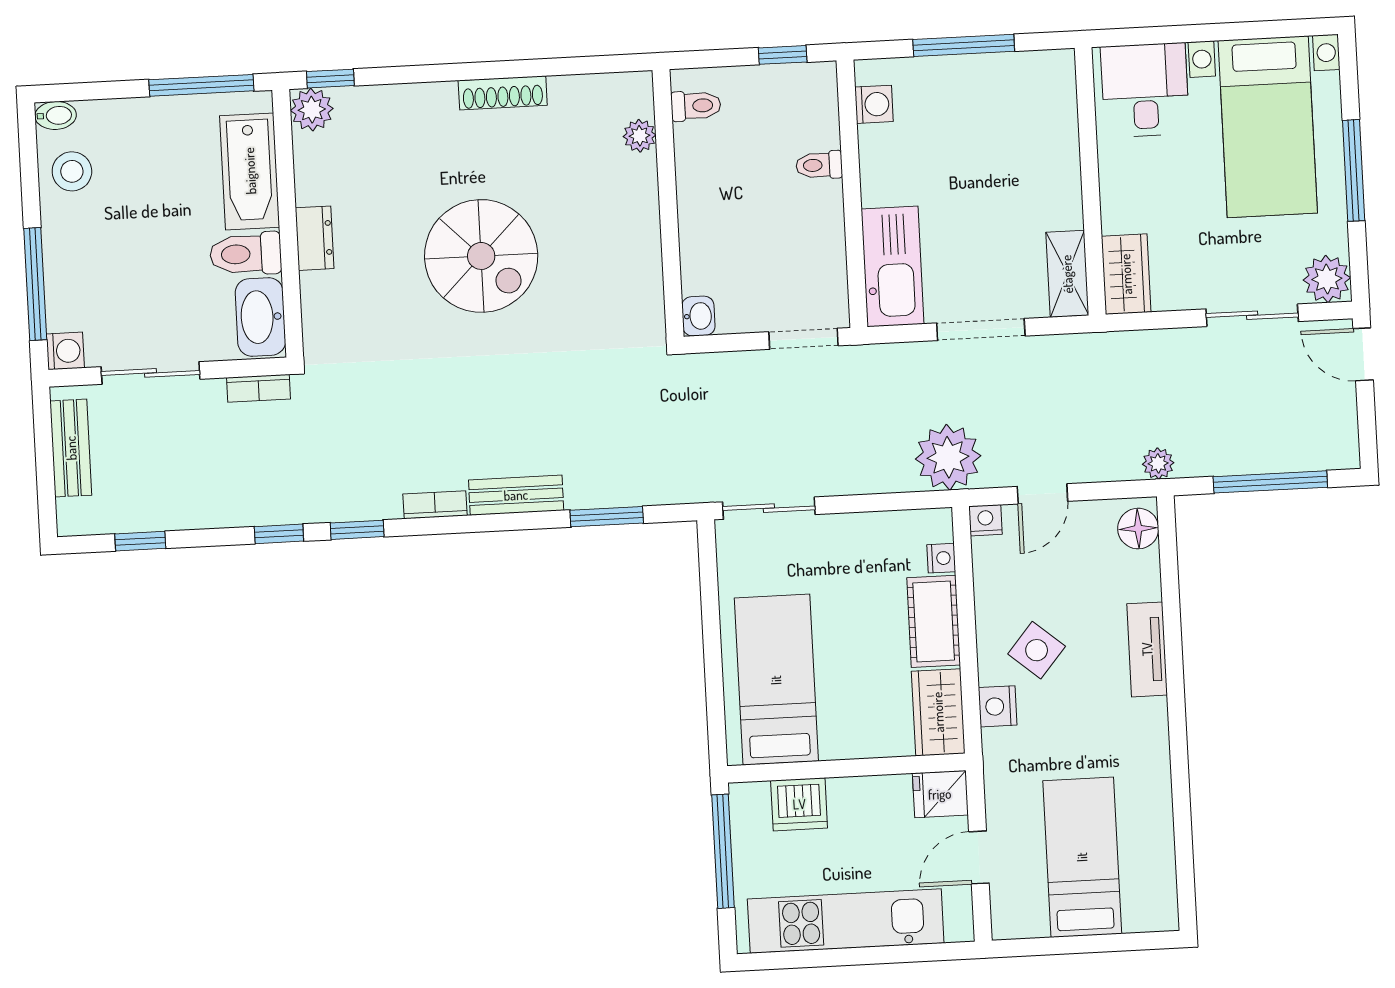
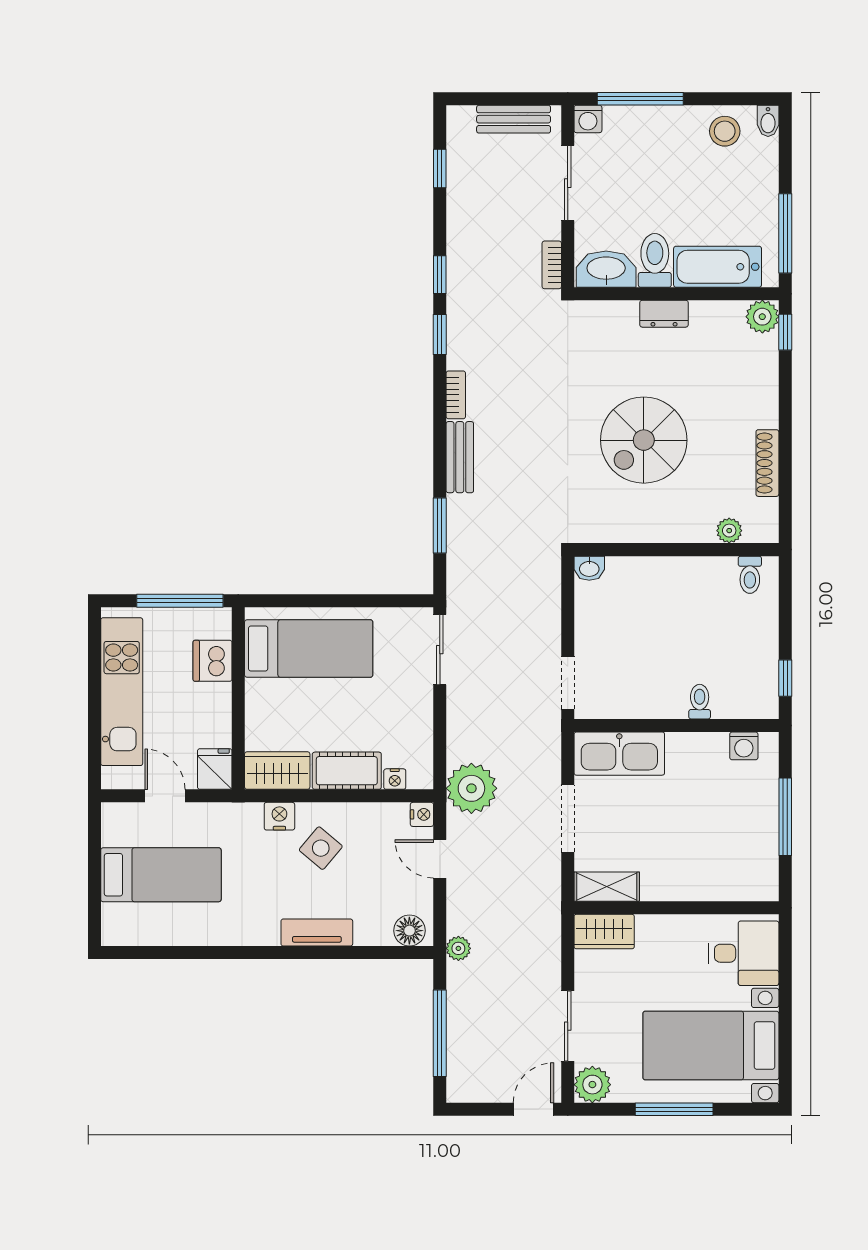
toilet: (696, 106) -> (750, 575), moved
plant: (640, 136) -> (729, 531), moved
wall: (668, 203) -> (676, 550), moved
washbasin: (698, 316) -> (589, 568), moved

